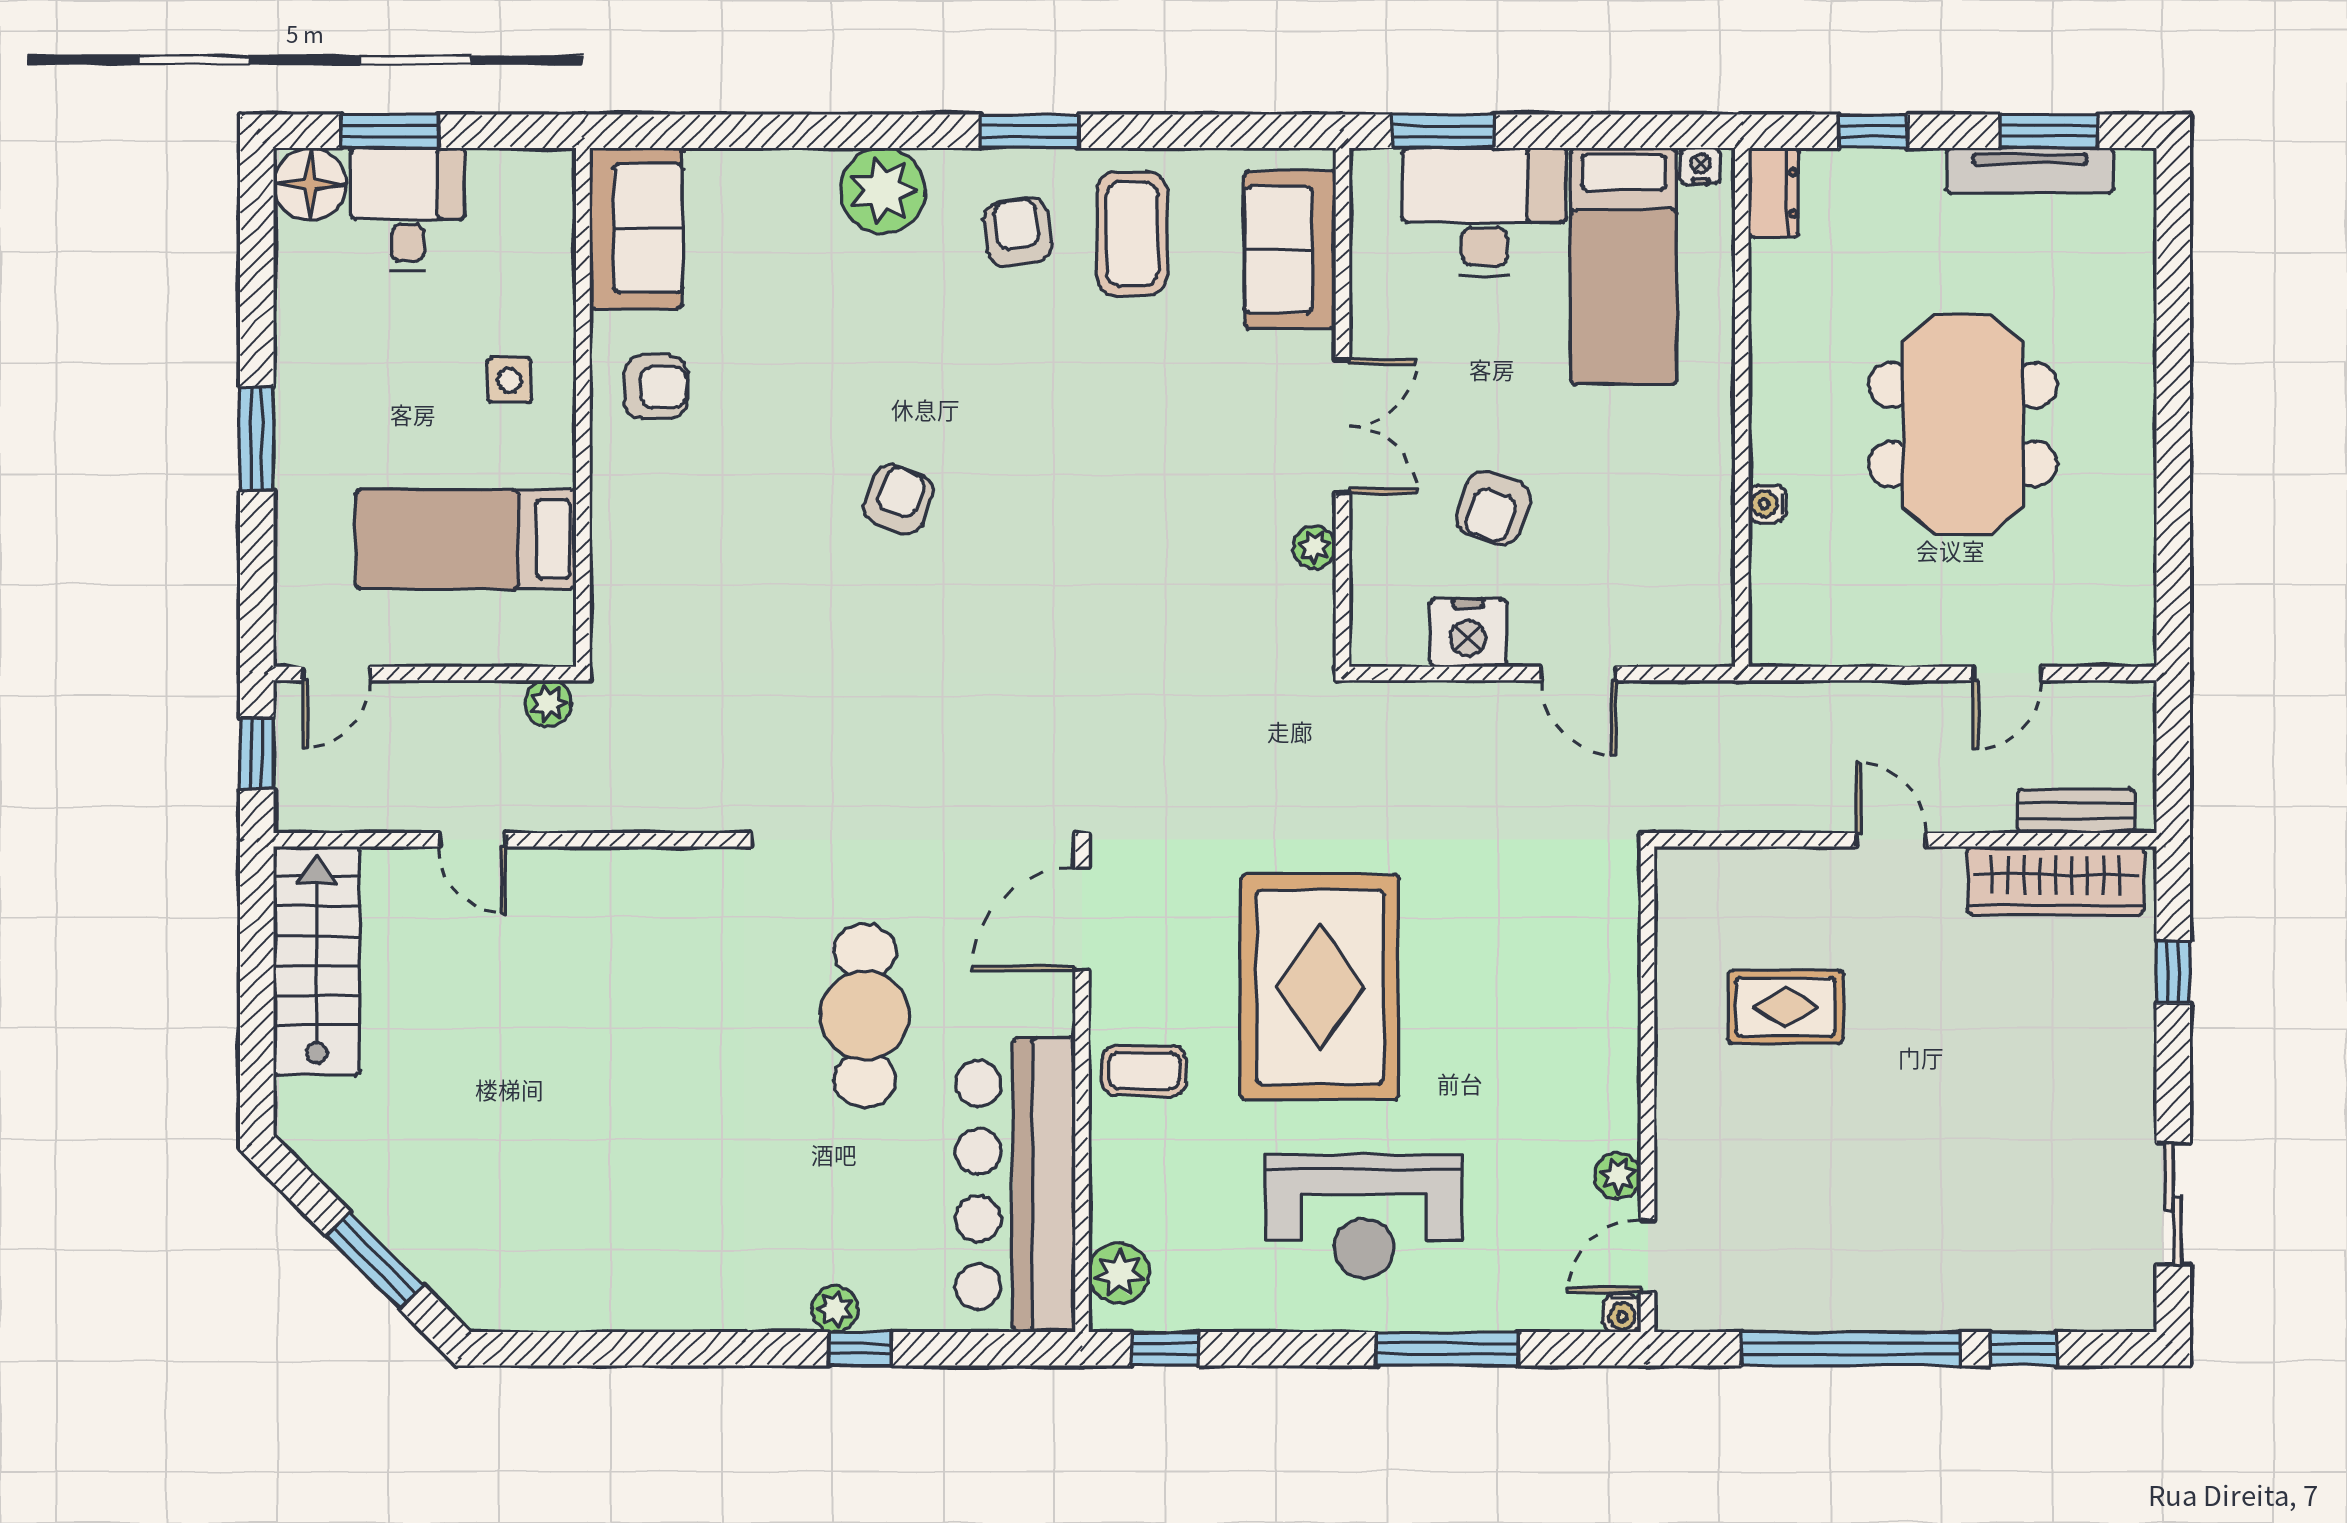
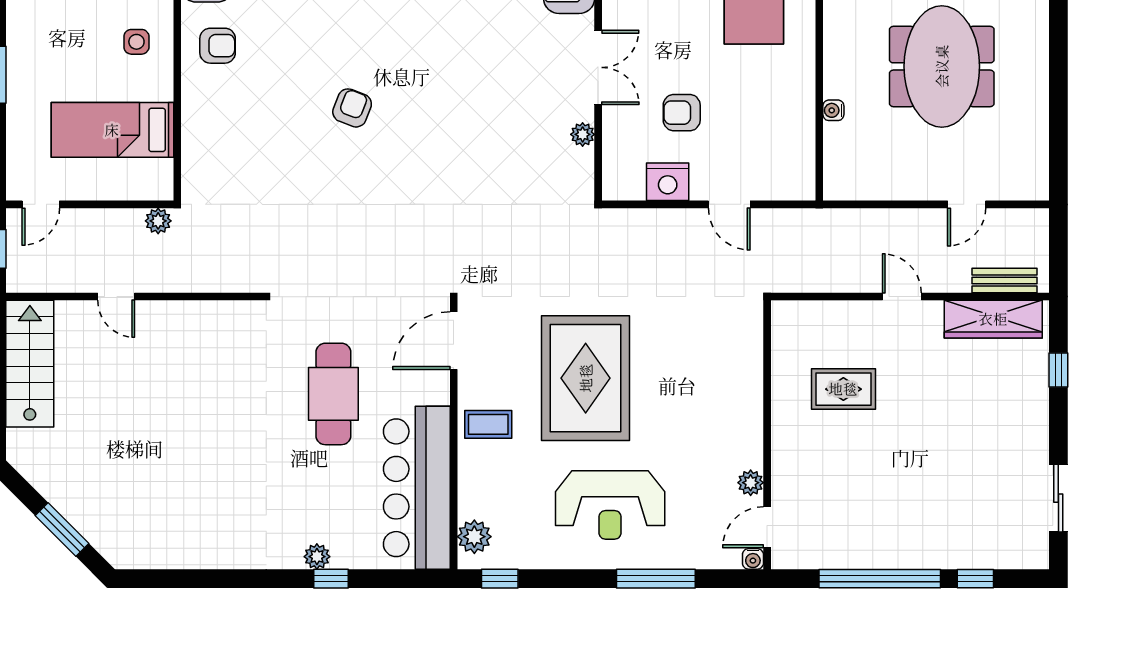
armchair: (1493, 508) -> (682, 113), turned 71

